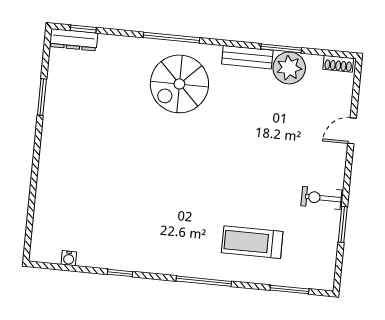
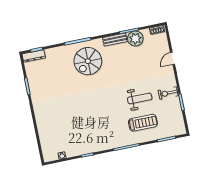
weight bench: (261, 191) -> (140, 98), added
treadmill: (252, 242) -> (143, 123), turned 180

